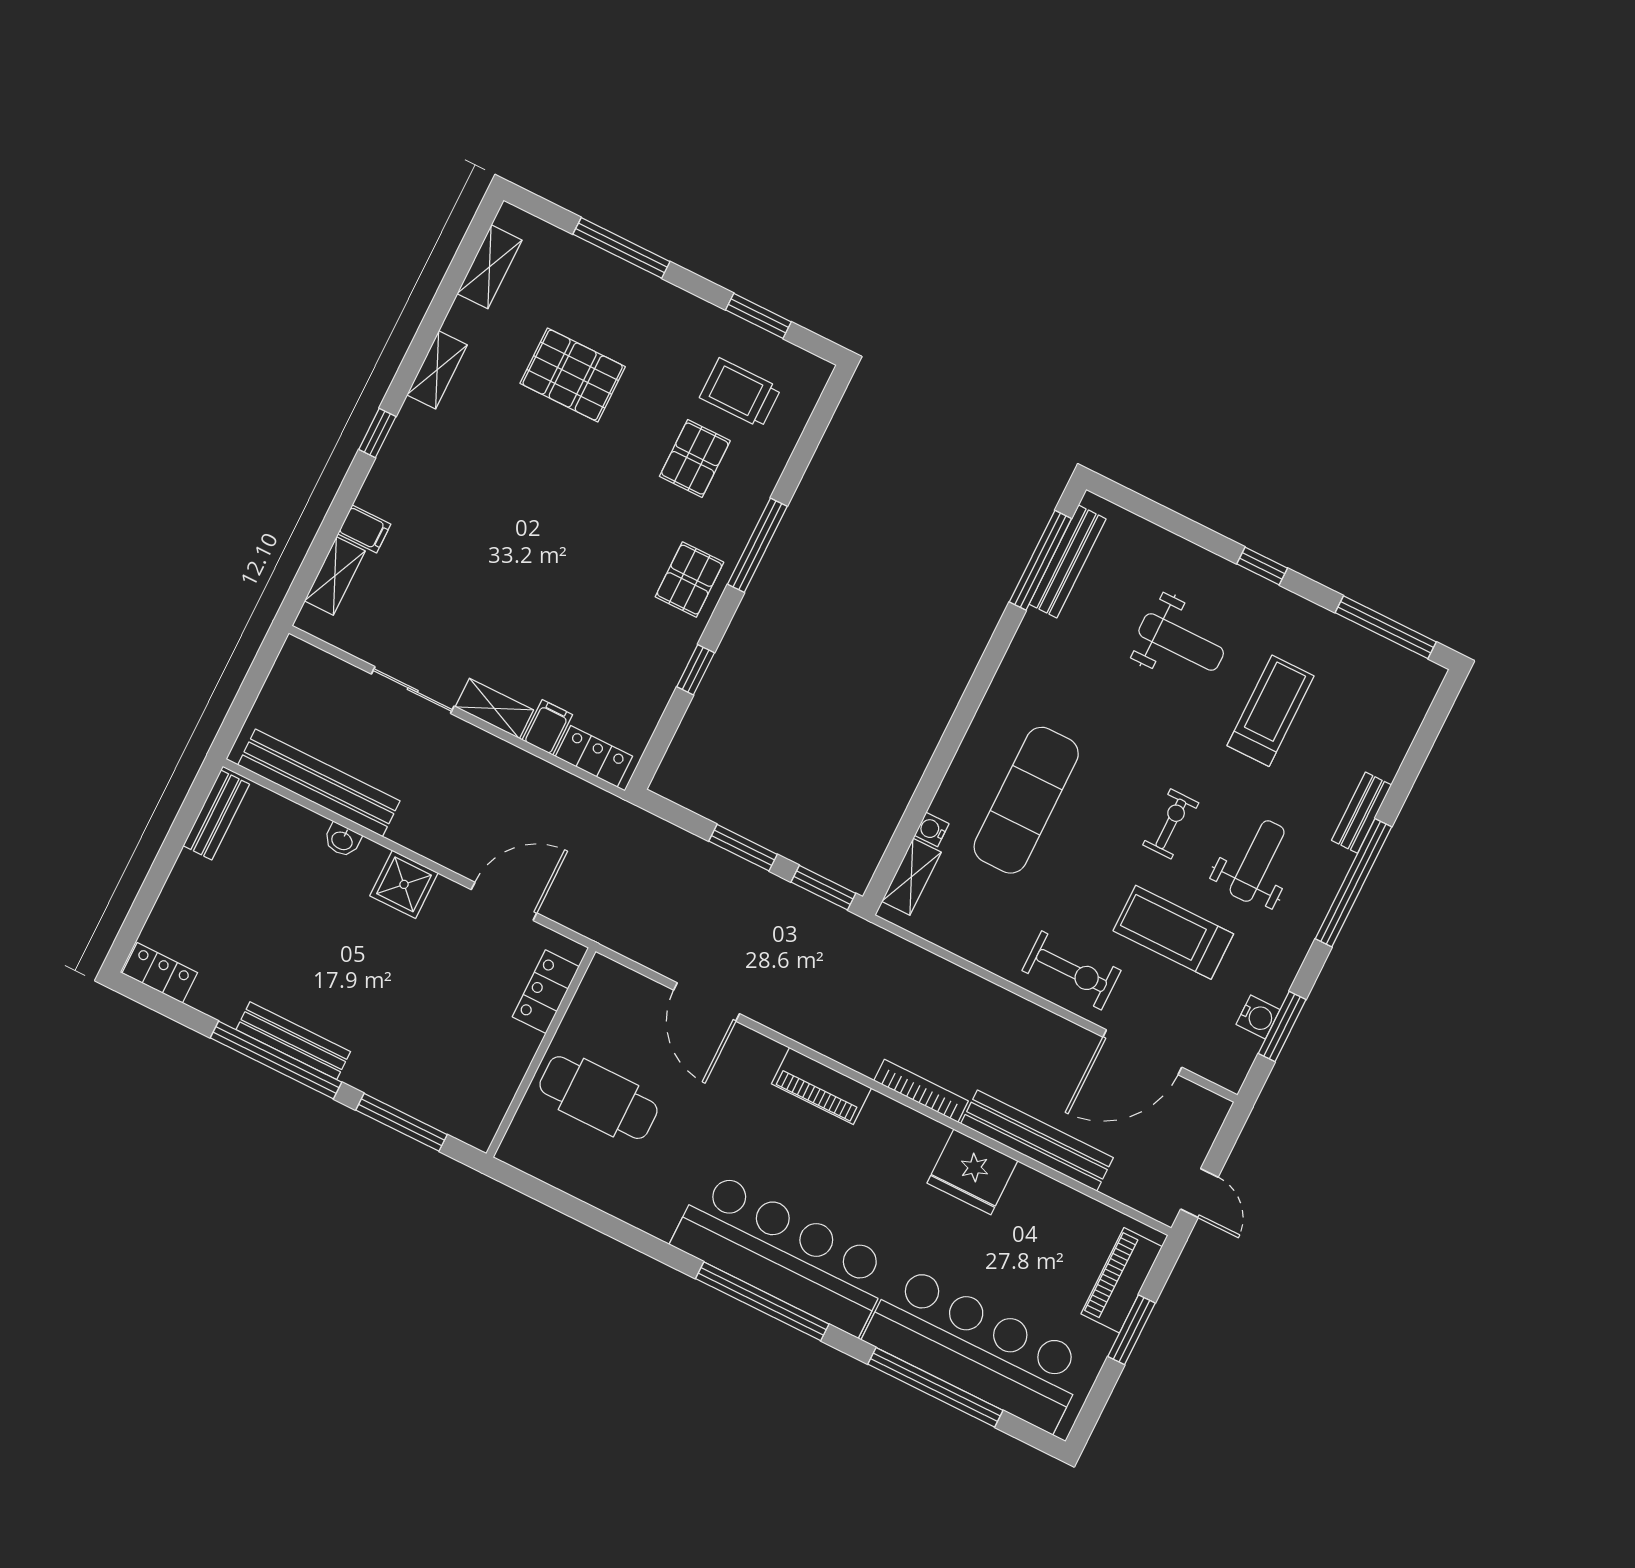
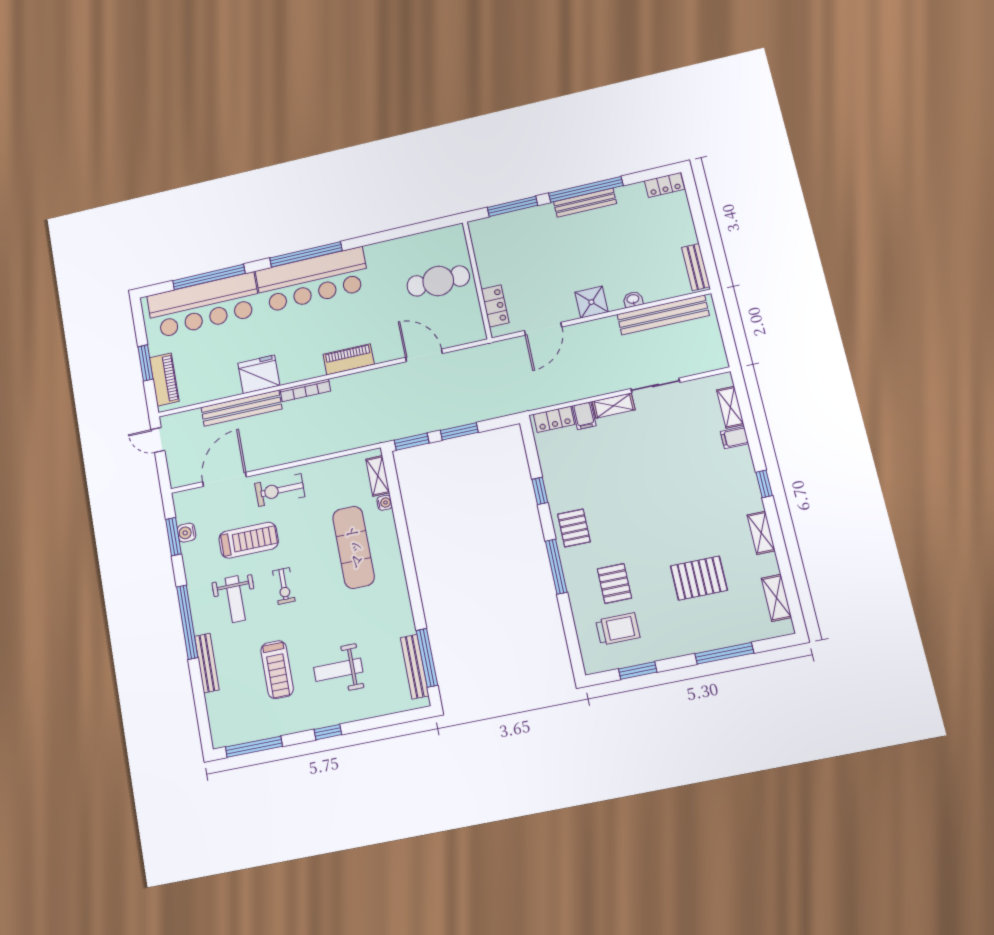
bench: (1362, 813) -> (207, 663), width x1.36

